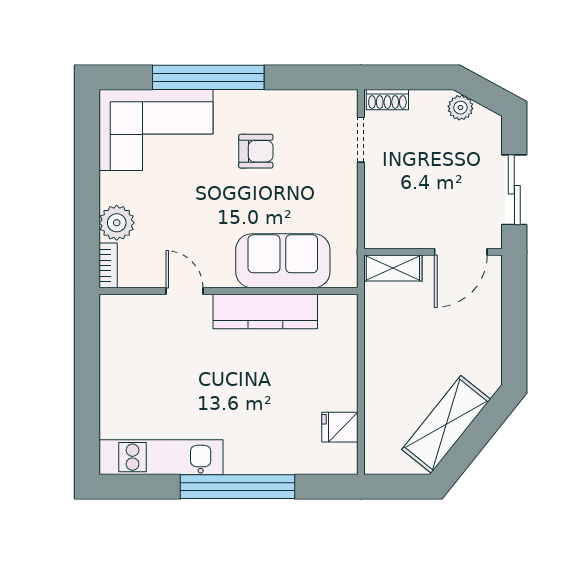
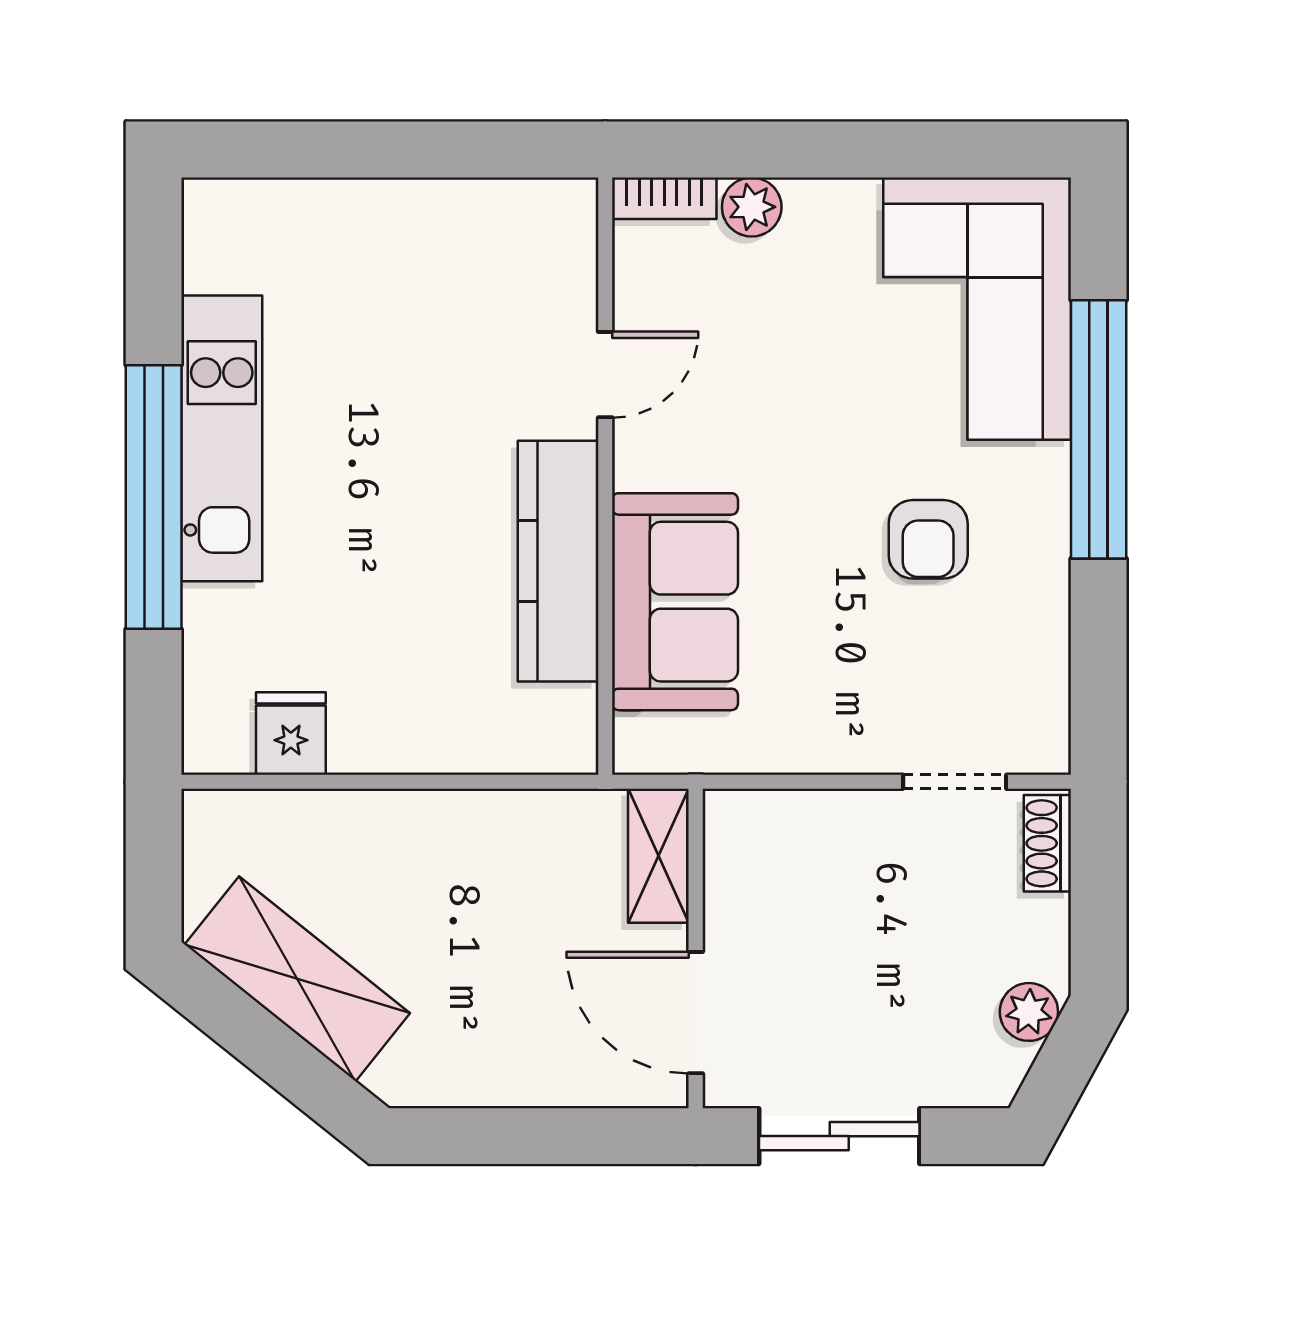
plant: (117, 223) -> (752, 207), width x0.73, depth x0.73
kitchen unit: (161, 457) -> (222, 438), moved

